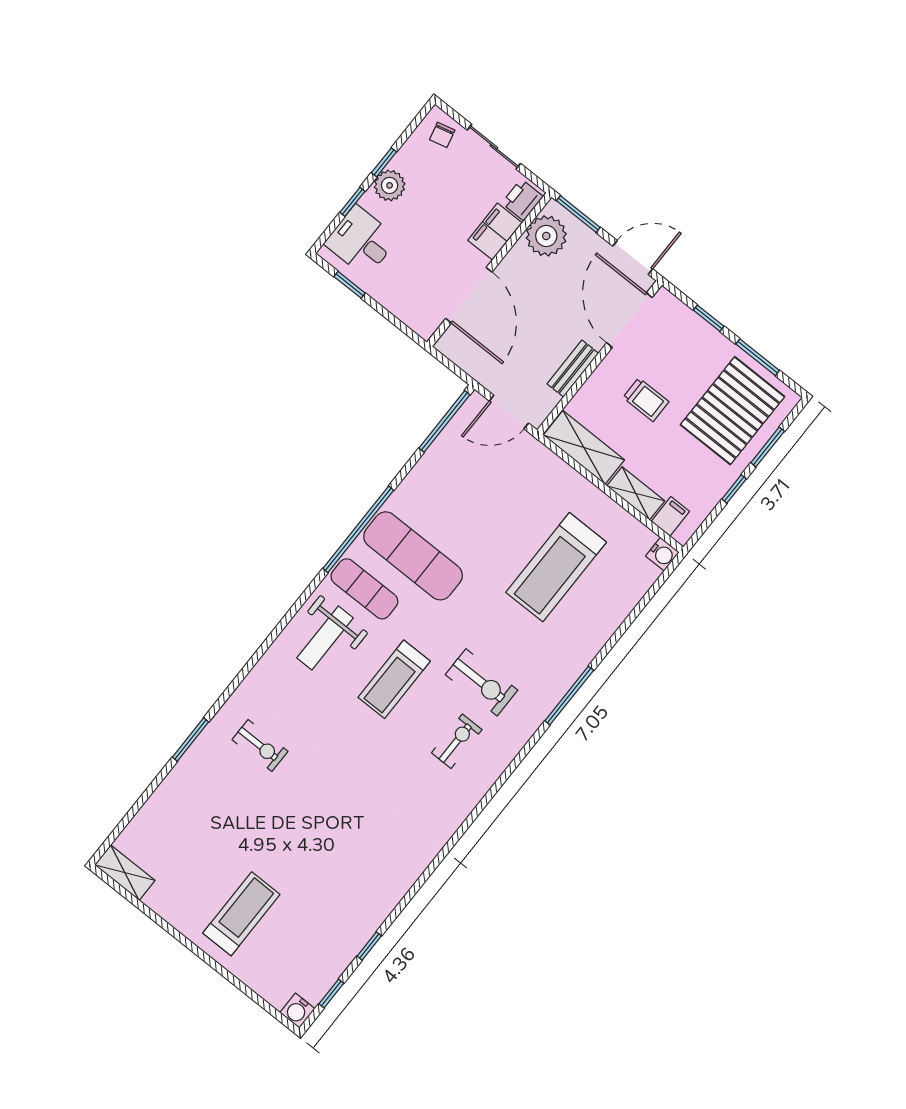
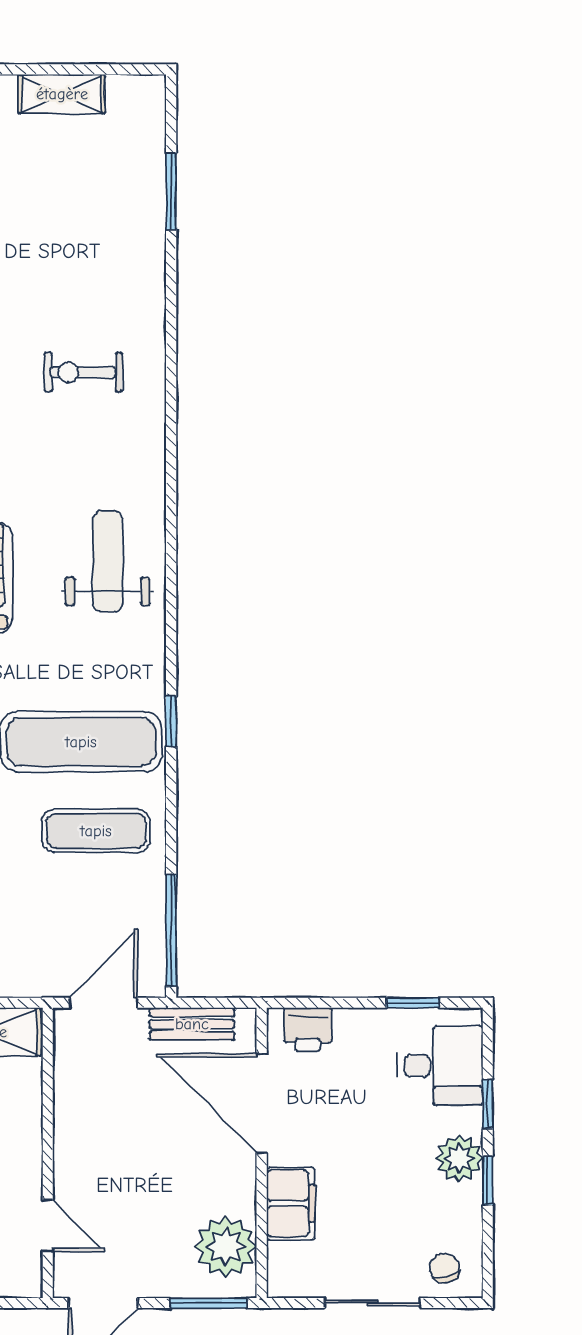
printer: (522, 200) -> (308, 1030), moved, turned 90
door: (629, 320) -> (48, 1226), width x0.53
bench: (573, 369) -> (192, 1024), moved, turned 90
window: (358, 529) -> (171, 721), width x0.32
exercise mat: (364, 589) -> (96, 831), moved
window: (191, 739) -> (171, 191), moved
shelving: (125, 873) -> (62, 94), moved

